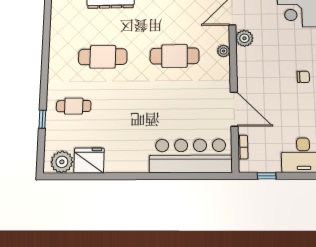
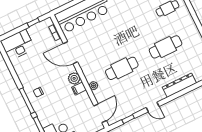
plant: (244, 38) -> (74, 78), moved
filing cabinet: (245, 56) -> (79, 89), added

